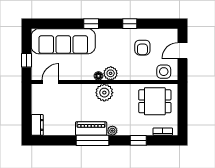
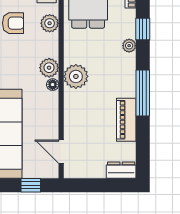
plant: (142, 74) -> (50, 23), added
piano: (91, 129) -> (126, 120), moved
plant: (112, 131) -> (129, 46), moved

